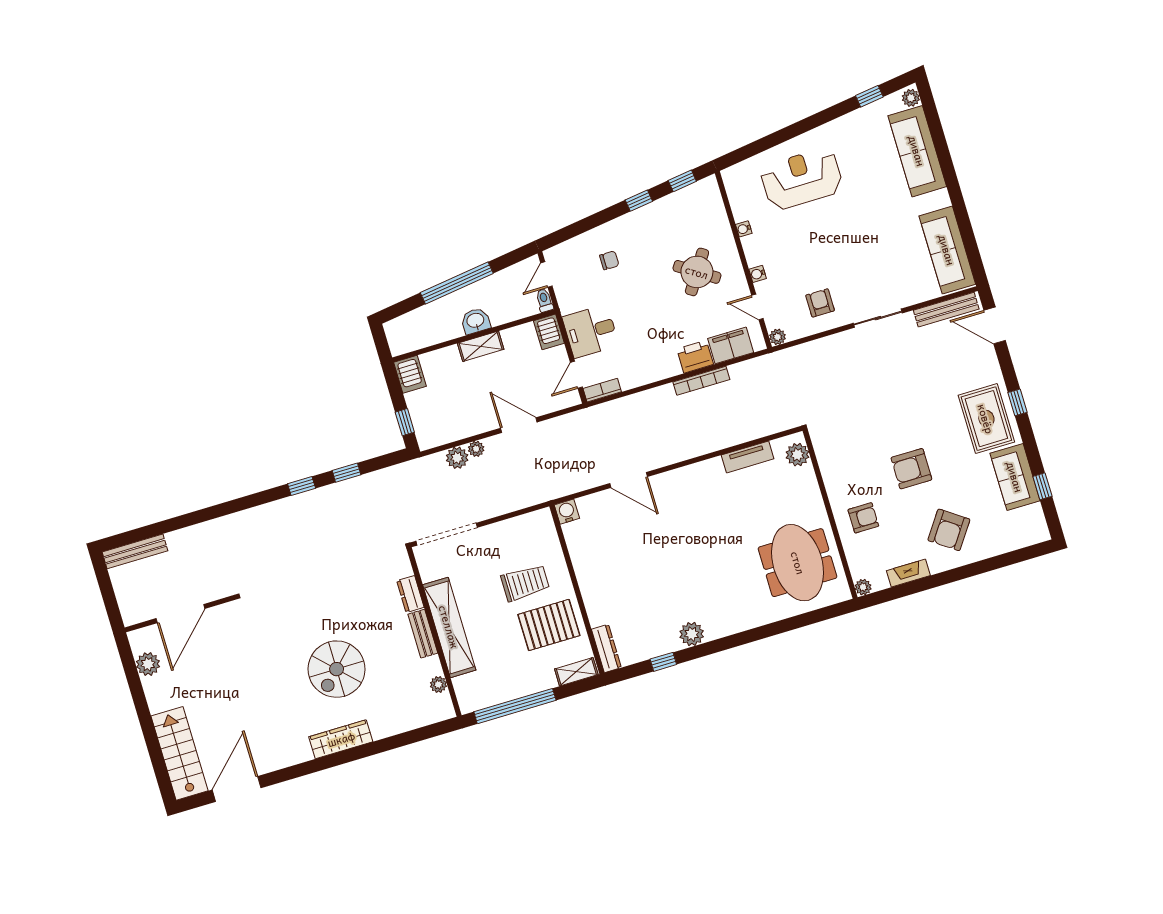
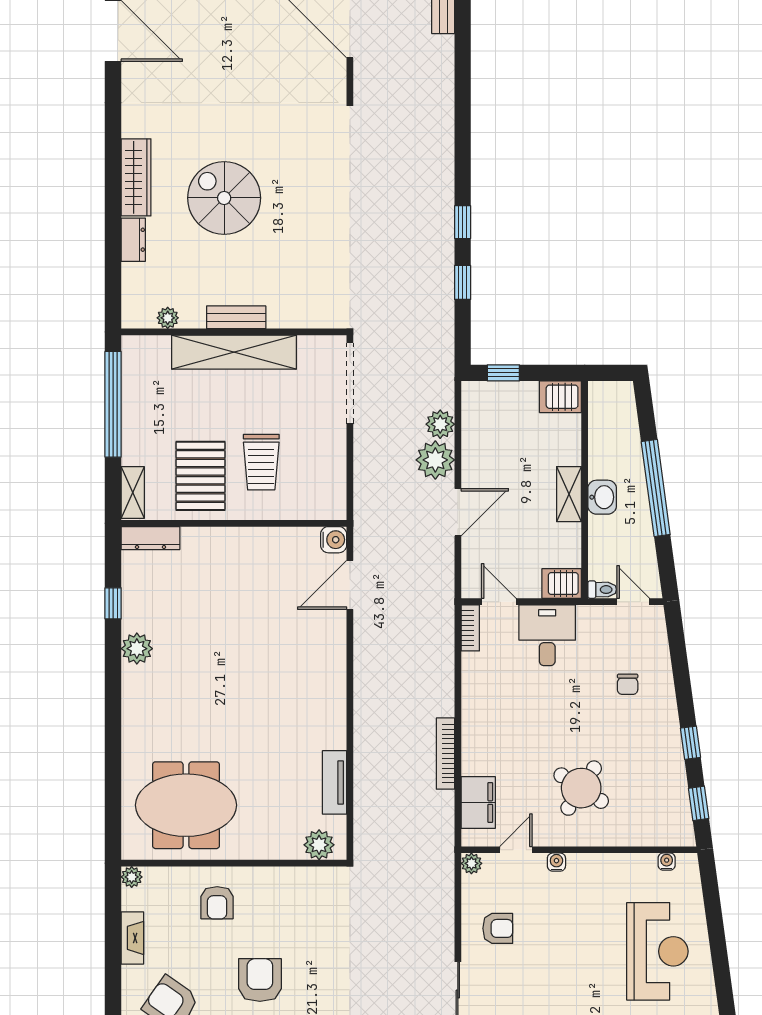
water cooler: (744, 229) -> (667, 862), moved
printer: (695, 357) -> (477, 755), removed
plant: (476, 449) -> (435, 460), width x1.87, depth x1.87
door: (629, 480) -> (350, 585), moved
dresser: (410, 594) -> (133, 240), moved, turned 90

